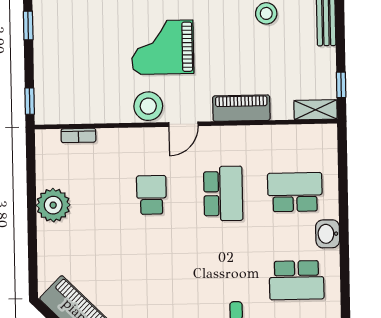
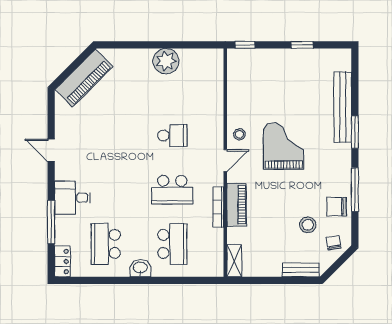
window: (341, 85) -> (253, 280), removed
stool: (148, 106) -> (239, 134), width x0.53, depth x0.53
door: (183, 124) -> (225, 161), swing flipped
bookcase: (78, 135) -> (218, 207), moved, width x1.56

